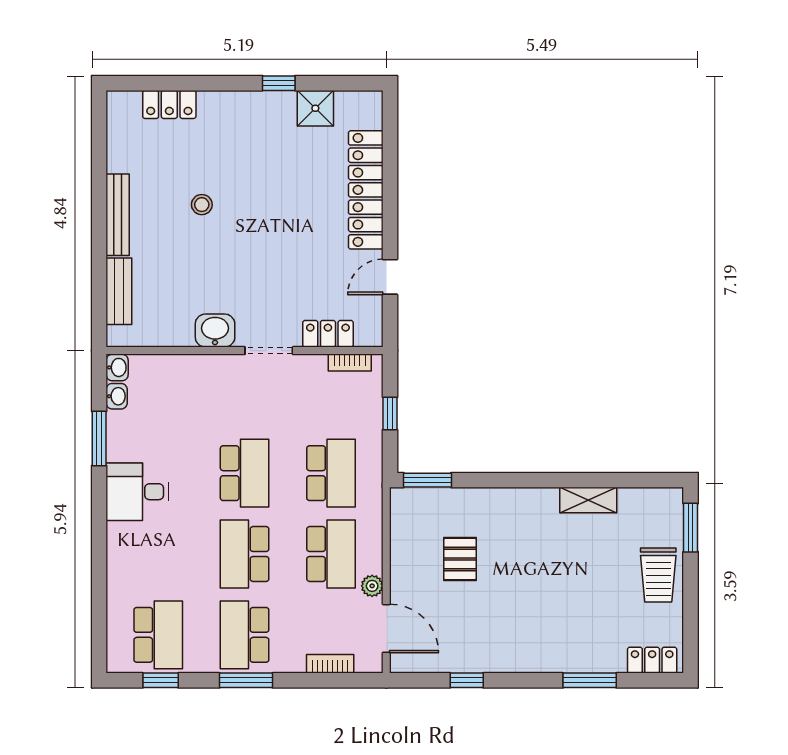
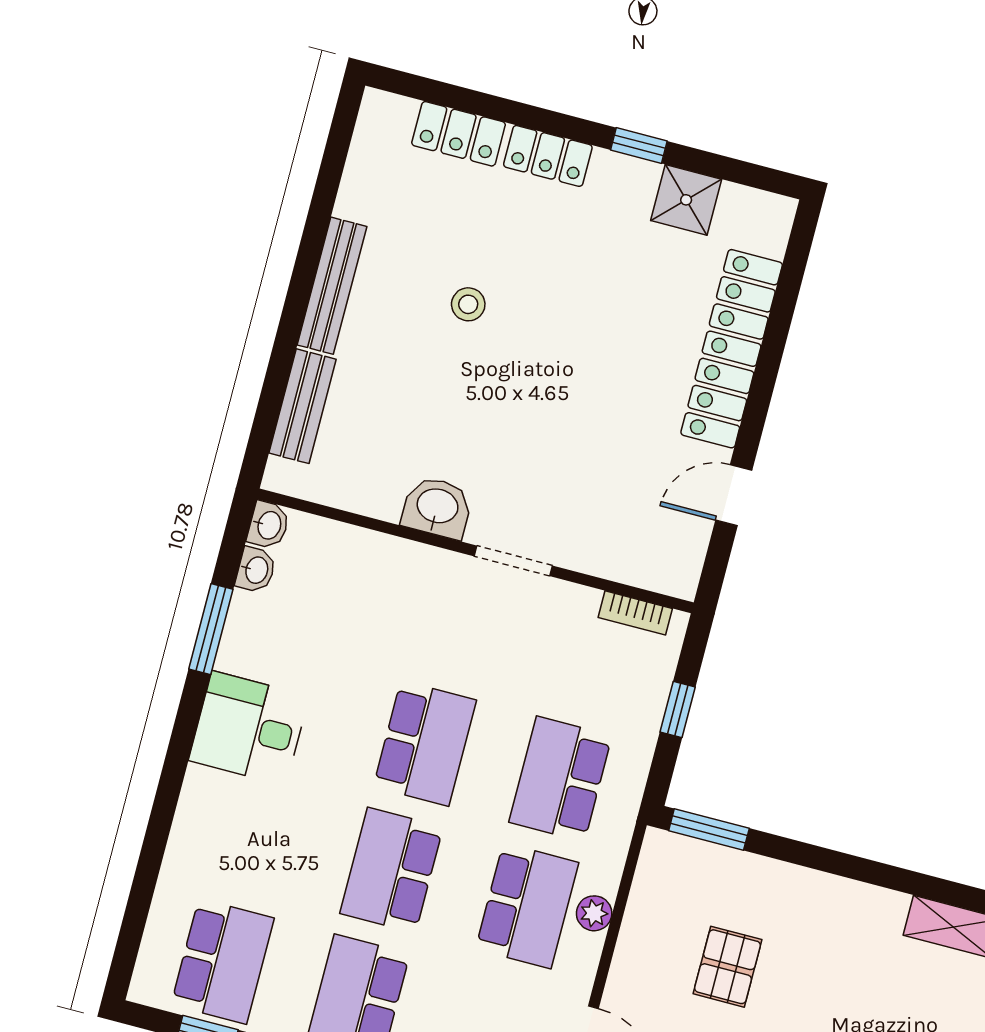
locker: (328, 334) -> (548, 156), moved, turned 180
school desk: (331, 473) -> (560, 779), turned 180
plant: (372, 586) -> (594, 913), moved

